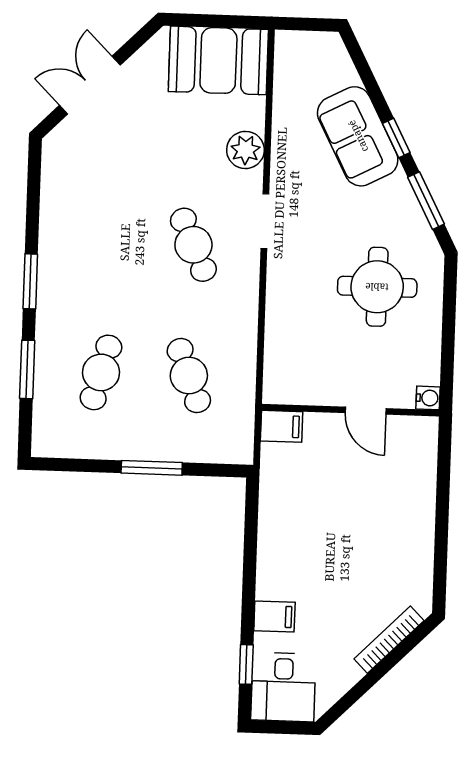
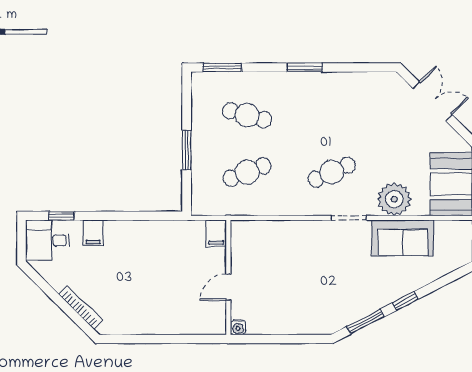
sofa: (358, 136) -> (403, 238), moved, turned -153
plant: (245, 150) -> (394, 199), width x1.36, depth x1.36
round table: (377, 287) -> (309, 292), removed
window: (27, 369) -> (222, 67), moved

